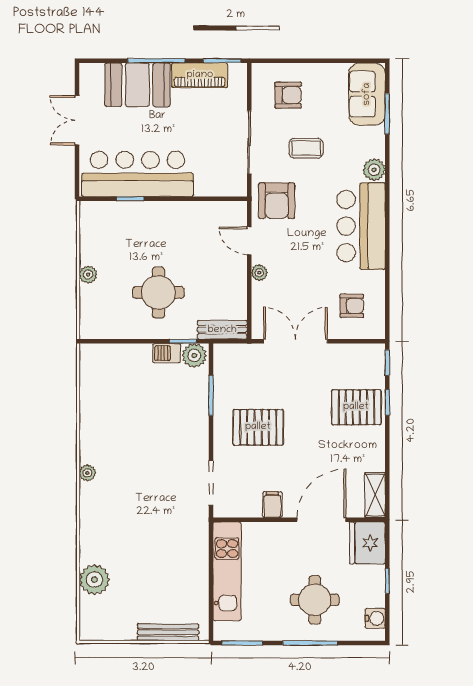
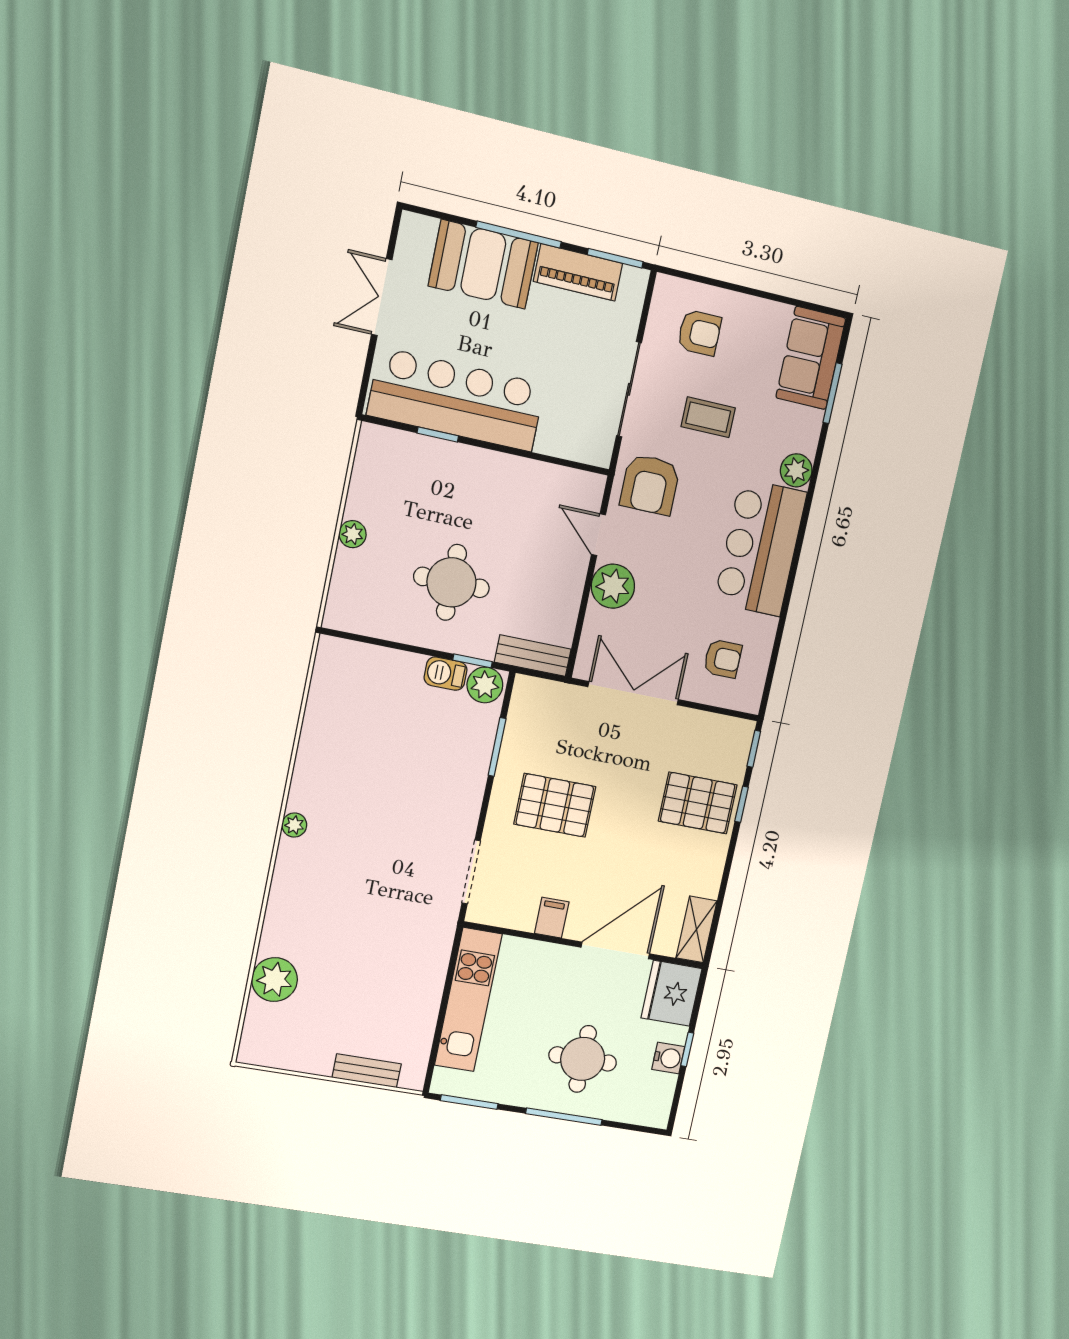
plant: (259, 273) -> (613, 586), width x1.87, depth x1.87
water cooler: (375, 618) -> (668, 1058), moved
bench: (168, 632) -> (367, 1071), width x0.73

